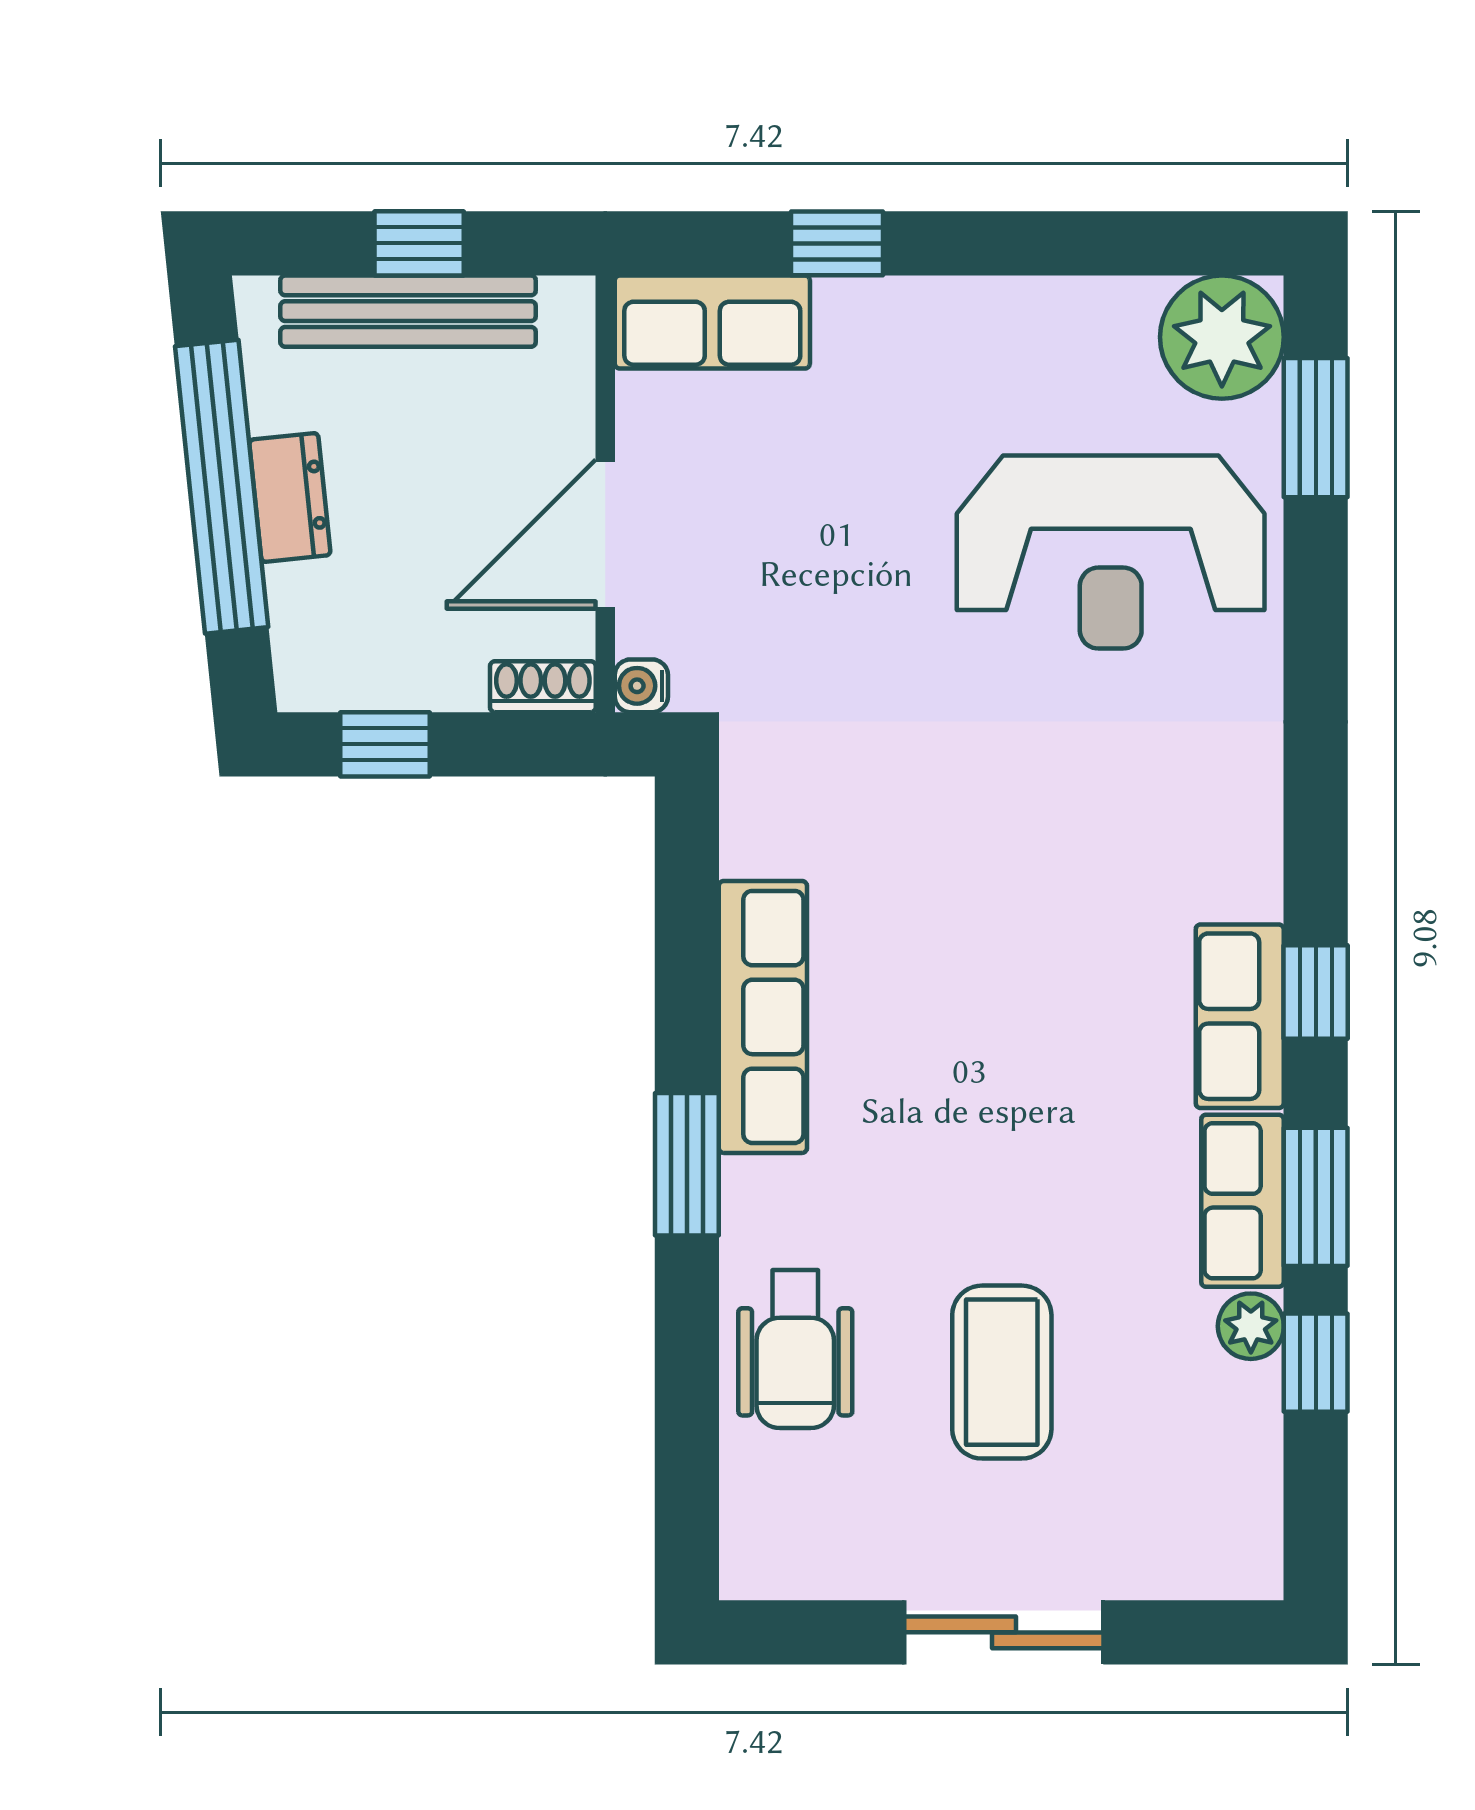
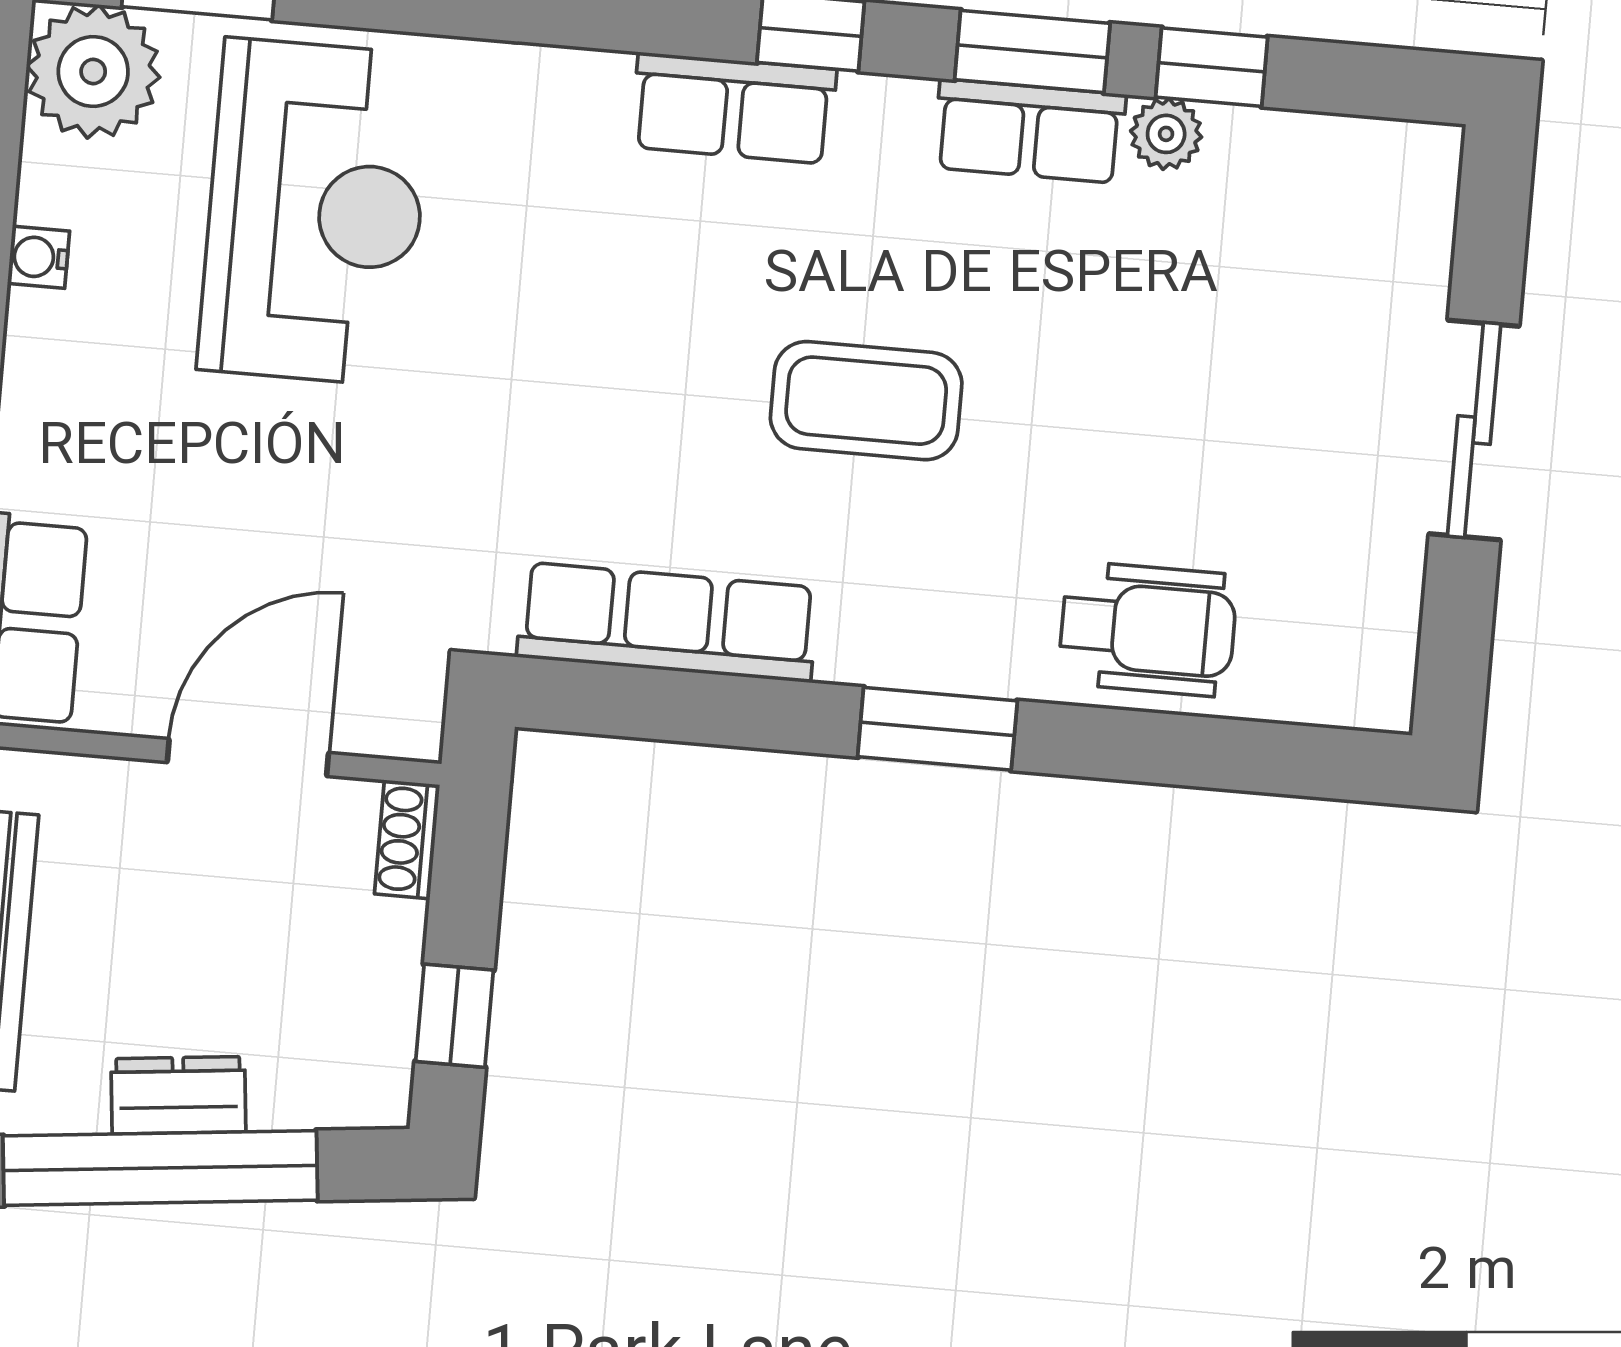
door: (605, 534) -> (248, 757), swing flipped
water cooler: (641, 686) -> (38, 257), moved, turned 90
row of seats: (1240, 1016) -> (734, 108), moved
row of seats: (763, 1017) -> (668, 622), moved
coffee table: (1002, 1372) -> (866, 401), moved

